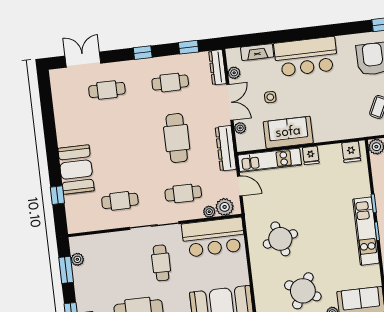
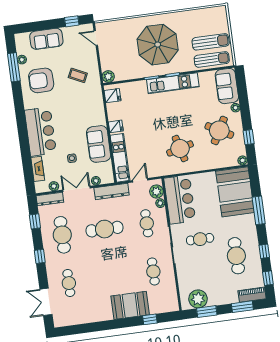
cafe table: (170, 83) -> (62, 235), width x1.37, depth x1.35
plant: (77, 259) -> (198, 299), width x1.88, depth x1.88

